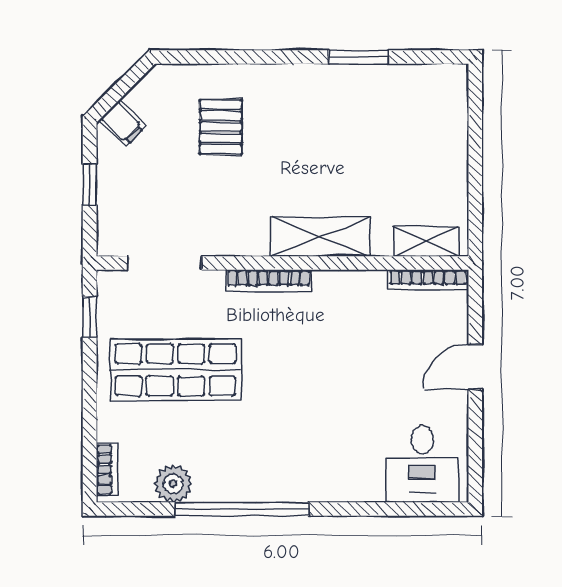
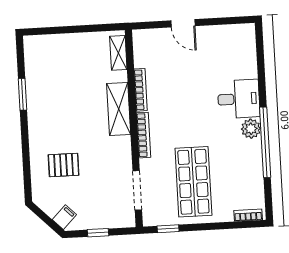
bookcase: (428, 280) -> (141, 90), moved
desk: (422, 464) -> (239, 99), moved
plant: (173, 484) -> (251, 129), moved

